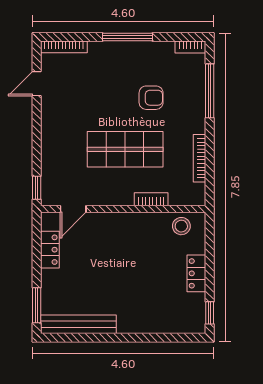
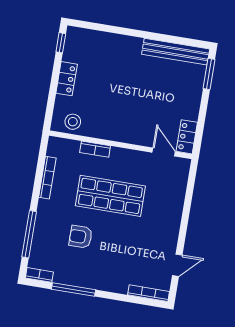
window: (127, 37) -> (73, 289), moved
window: (37, 188) -> (192, 175), removed
door: (73, 209) -> (164, 152), hinge flipped
locker: (50, 250) -> (187, 137), moved

